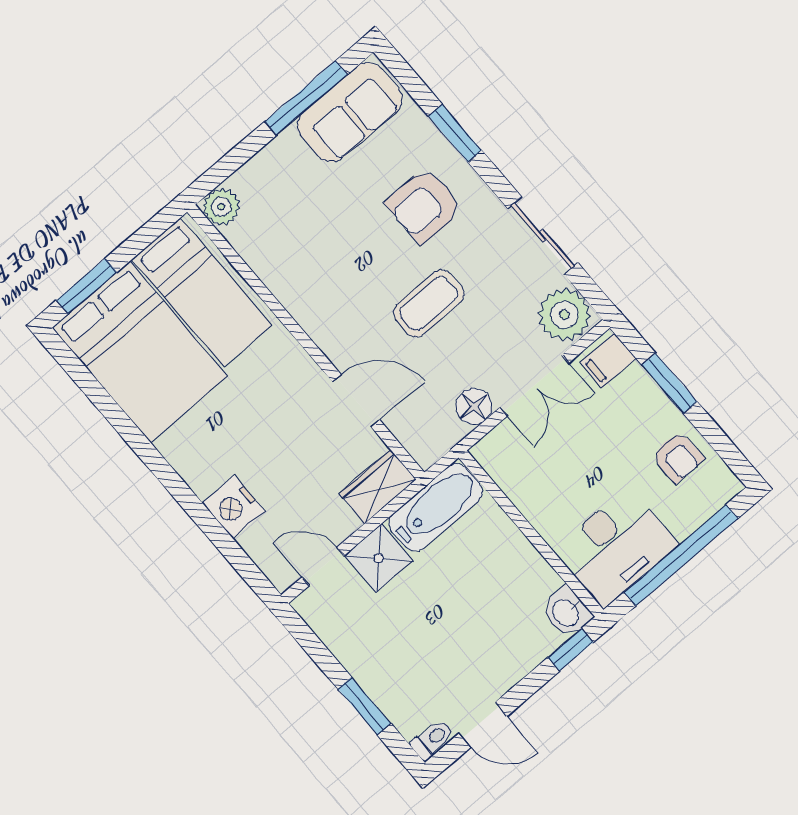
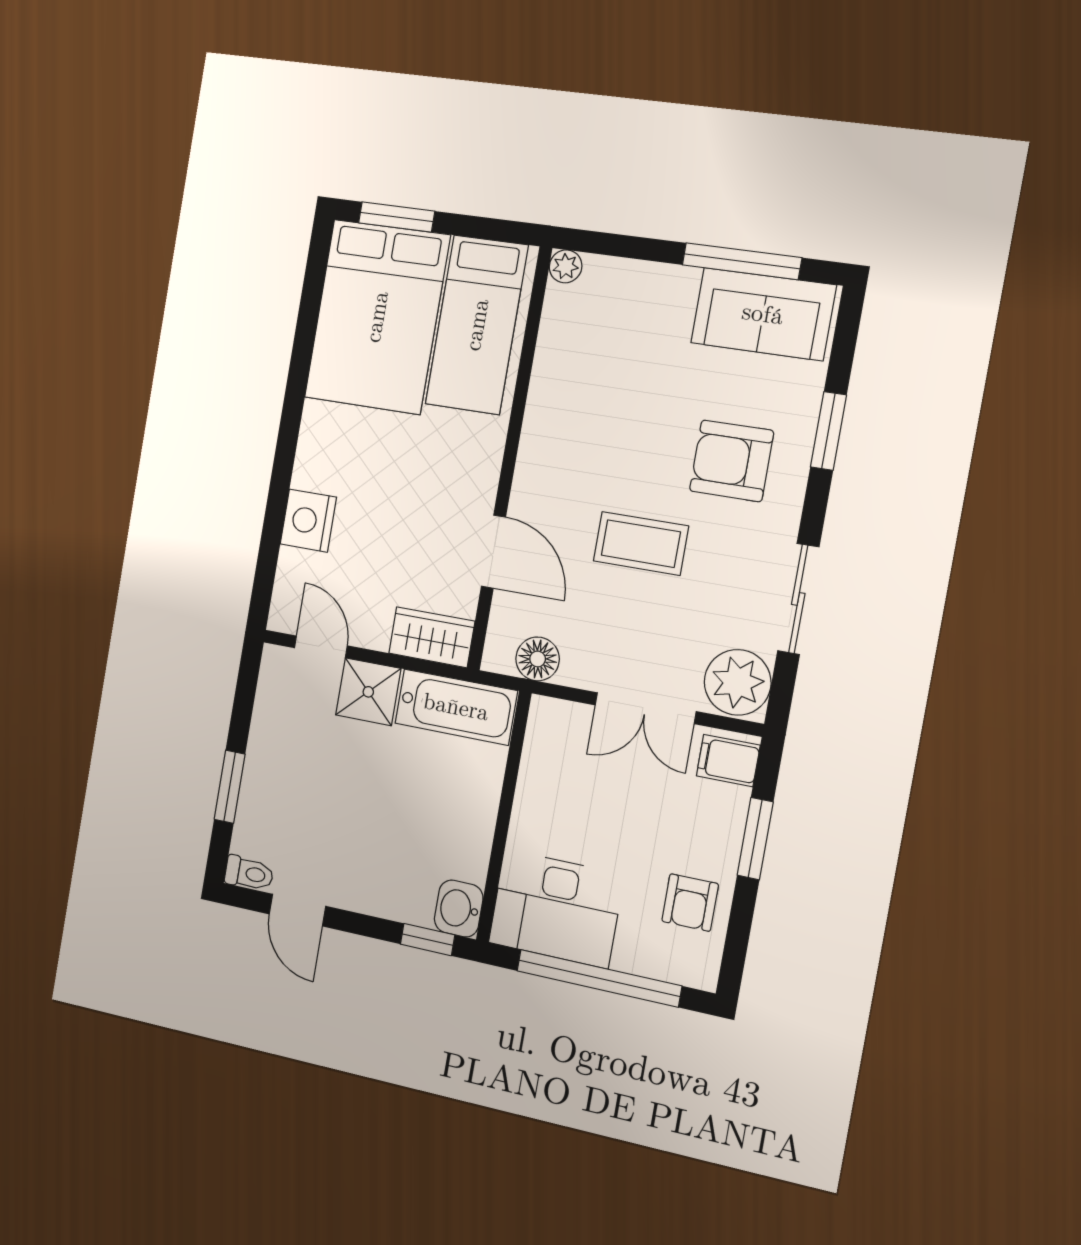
plant: (221, 207) -> (566, 266), width x0.73, depth x0.73
floor lamp: (474, 406) -> (538, 659), moved

